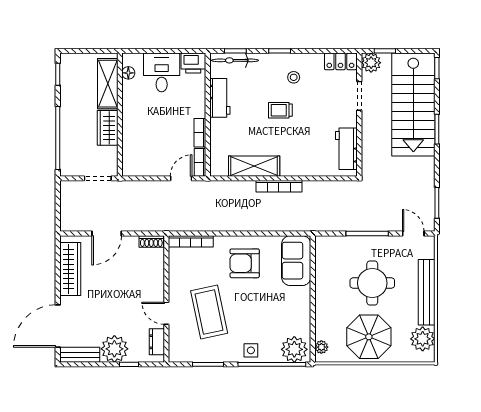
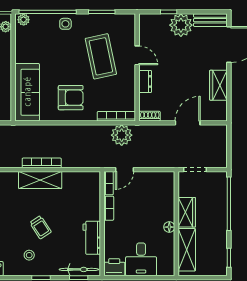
floor lamp: (128, 73) -> (169, 227), moved
trolley: (280, 110) -> (40, 227), turned 57
shelving: (254, 166) -> (40, 180), moved
plant: (185, 219) -> (122, 135), added
sofa: (296, 261) -> (27, 92), width x1.36
wardrobe: (70, 269) -> (218, 85), width x0.67
dresser: (157, 342) -> (145, 81), moved
plant: (294, 349) -> (24, 20), width x0.53, depth x0.53

